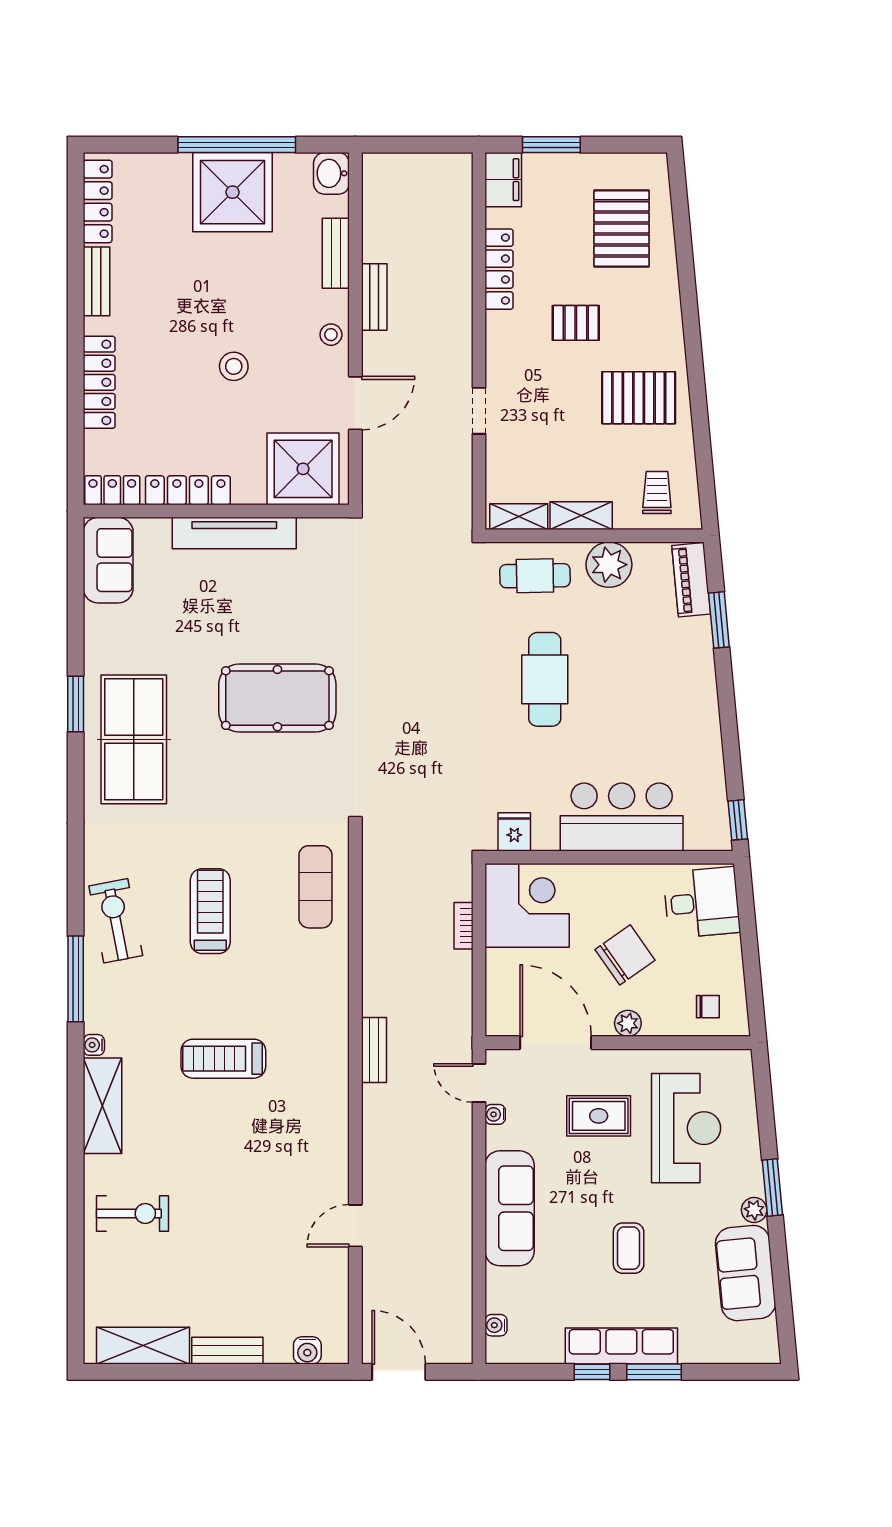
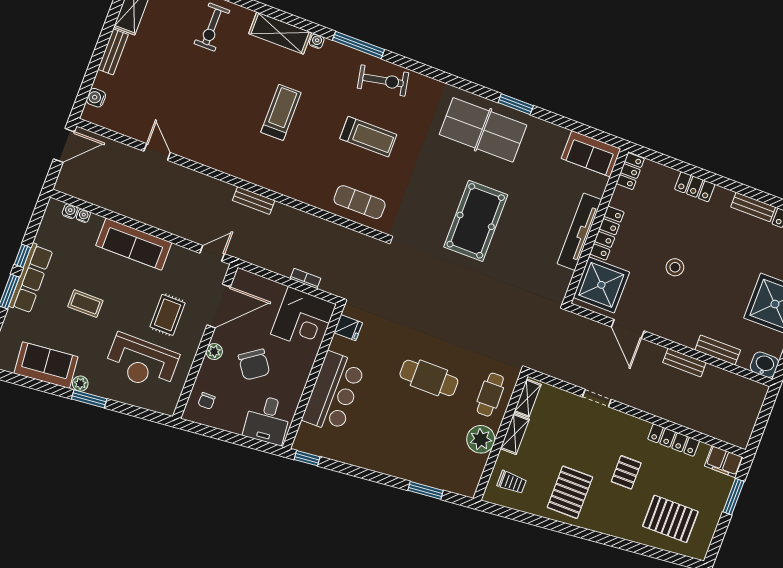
stool: (331, 335) -> (672, 330), removed
locker: (99, 382) -> (695, 187), width x0.66
locker: (188, 490) -> (607, 233), moved
piano: (691, 580) -> (454, 483), removed
water cooler: (495, 1114) -> (83, 216), moved

